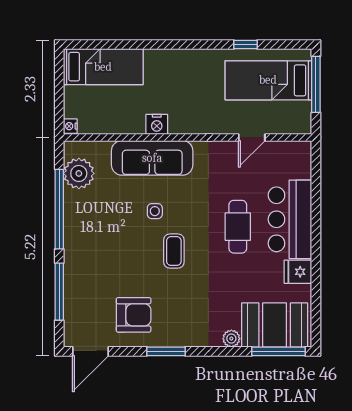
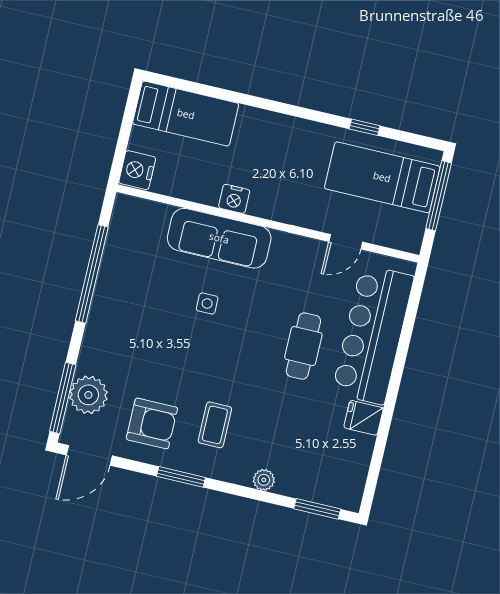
nightstand: (70, 126) -> (137, 170), width x1.89, depth x1.79
plant: (79, 173) -> (88, 395), moved
bar counter: (290, 219) -> (373, 335), width x1.36
coffee table: (174, 251) -> (215, 425), moved
window: (59, 292) -> (63, 398), moved
booth: (275, 325) -> (320, 476), removed
window: (278, 351) -> (317, 509), width x0.69

